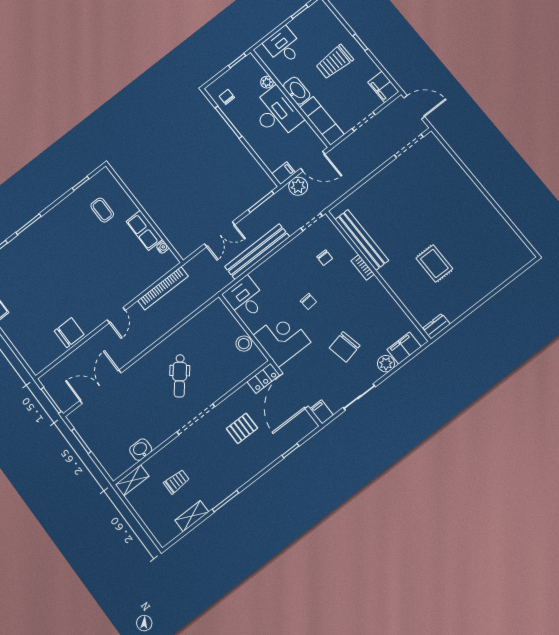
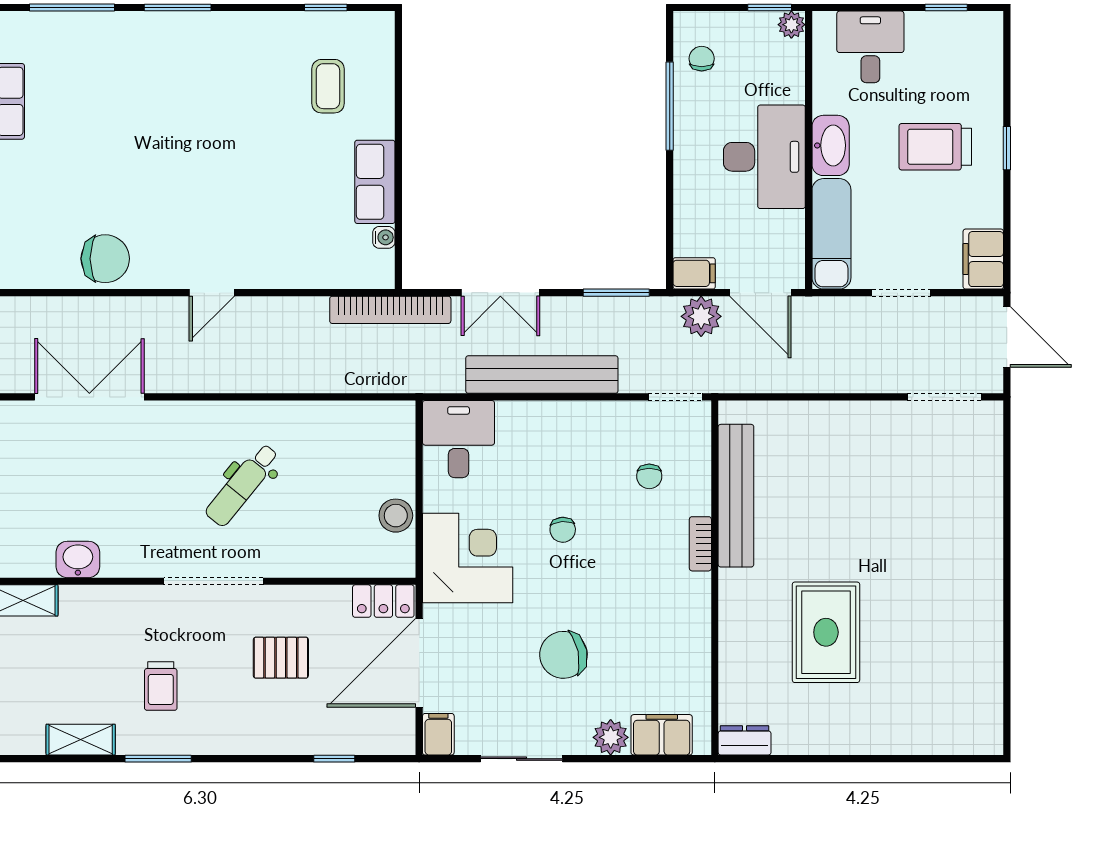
plant: (267, 82) -> (791, 25), moved
rug: (434, 263) -> (826, 632), width x1.36, depth x1.43
bookcase: (163, 288) -> (390, 310), moved
trolley: (177, 482) -> (161, 686), moved, turned 90

